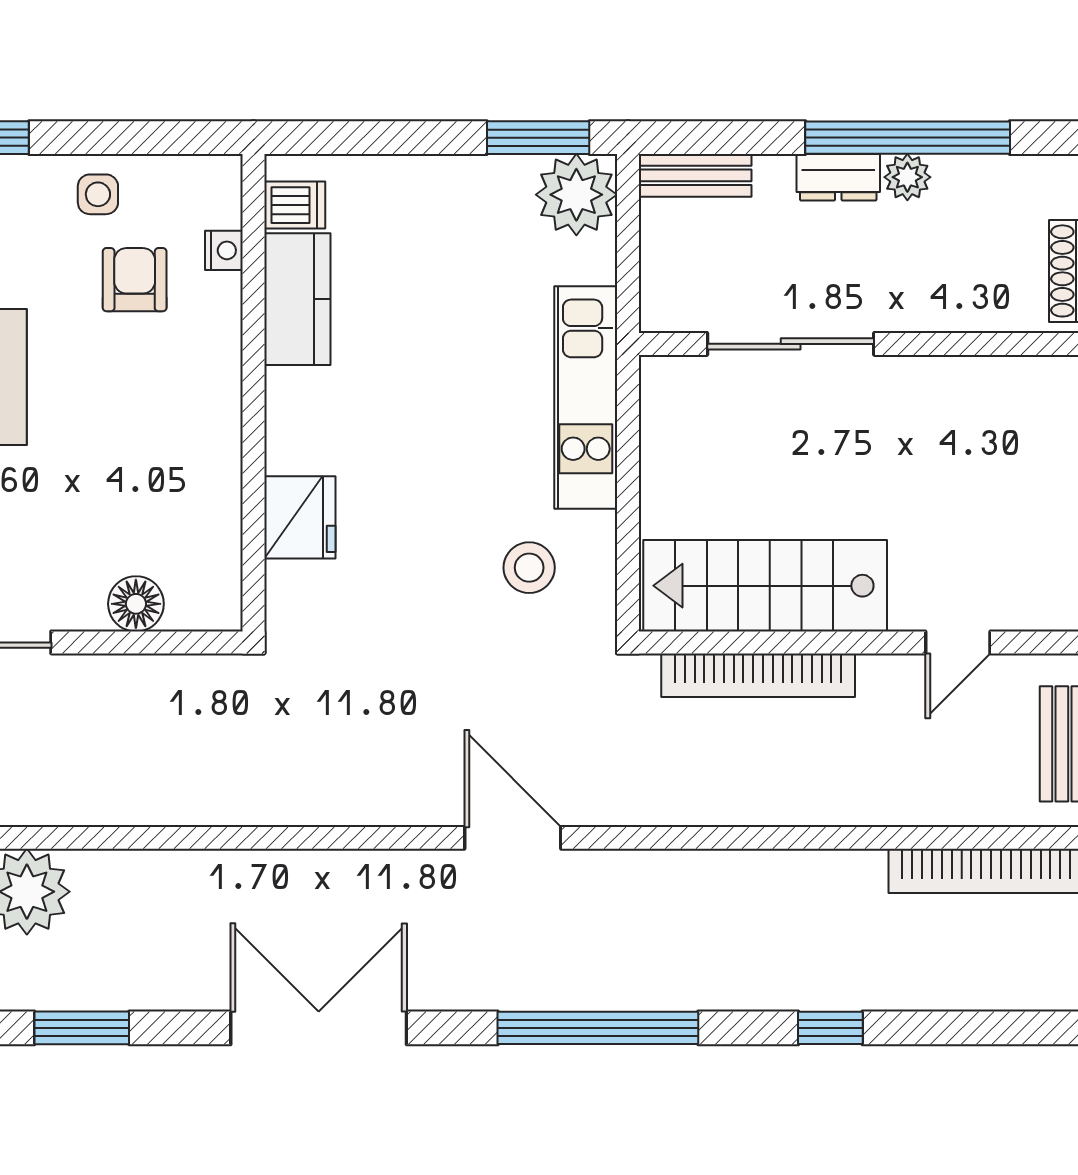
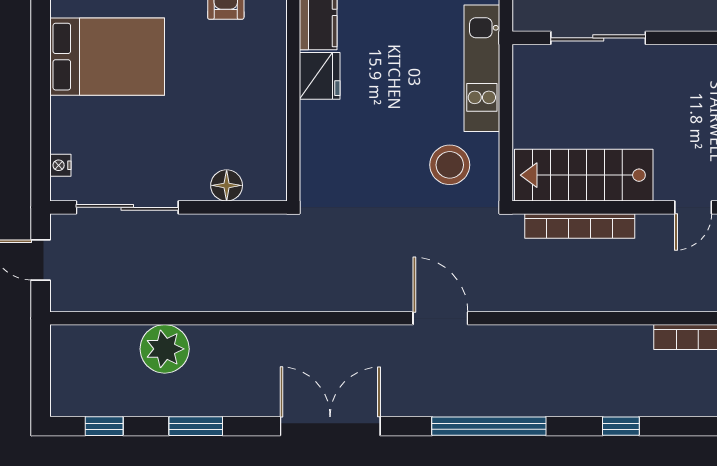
fridge: (300, 517) -> (320, 76), moved
stool: (529, 568) -> (450, 165), width x1.38, depth x1.38

